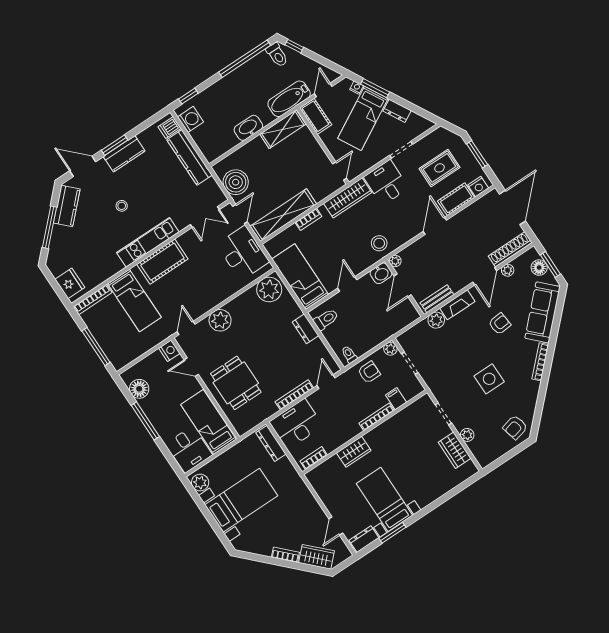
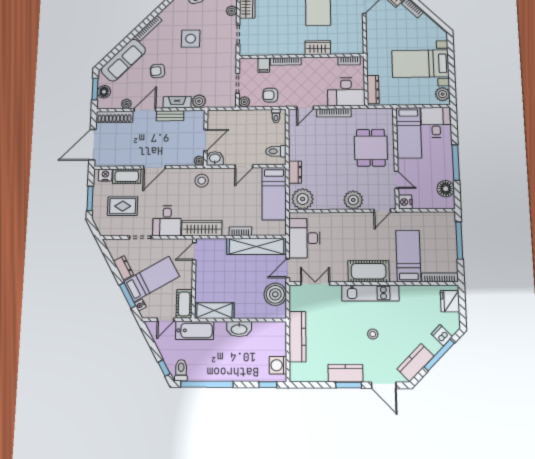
dishwasher: (170, 128) -> (442, 335), moved, turned -135
bench: (437, 299) -> (170, 116), moved
dresser: (306, 329) -> (295, 172), moved

